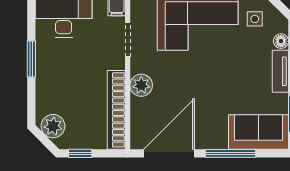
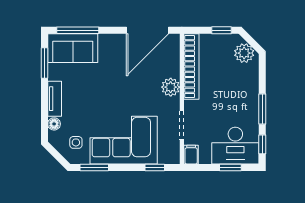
window: (31, 17) -> (262, 144), added
window: (231, 153) -> (78, 30), moved

